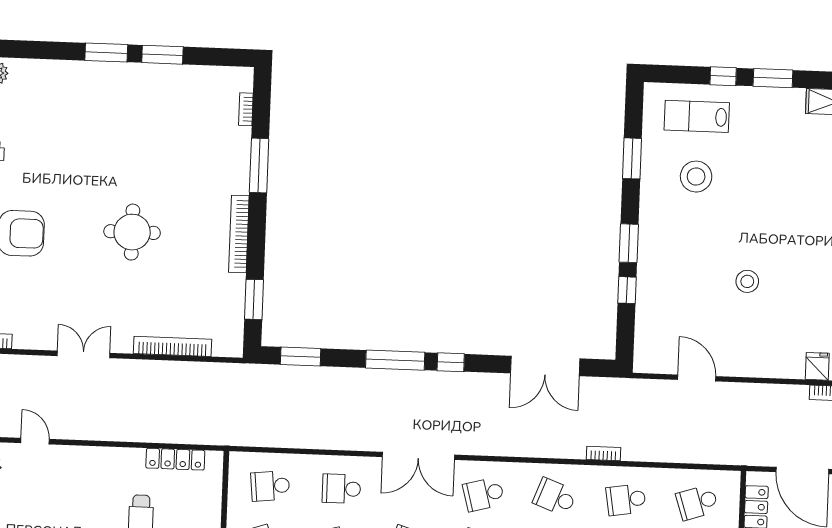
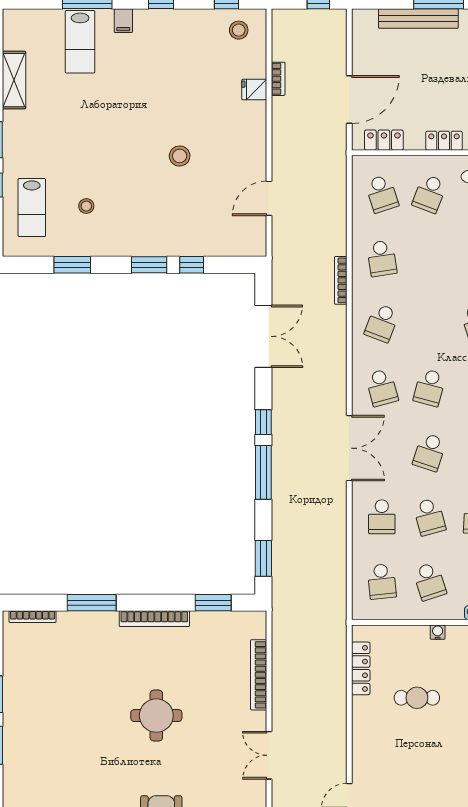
bookcase: (246, 109) -> (33, 617), width x1.56
stool: (696, 177) -> (86, 206), width x0.53, depth x0.53
bookcase: (603, 453) -> (341, 280), width x1.56

